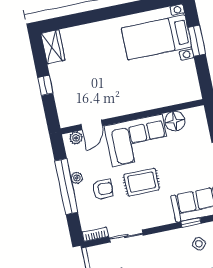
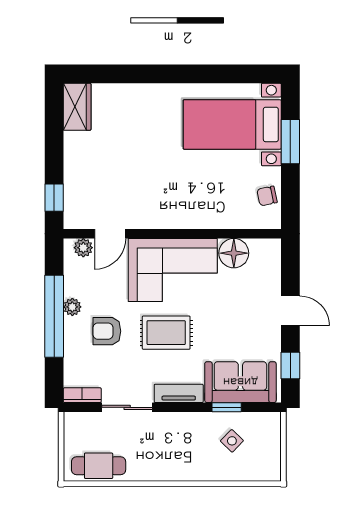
chair: (189, 79) -> (267, 196), added
window: (45, 85) -> (54, 198), moved
armchair: (103, 189) -> (107, 331), turned 180
tv unit: (158, 220) -> (179, 393), added

